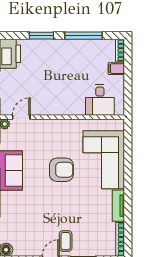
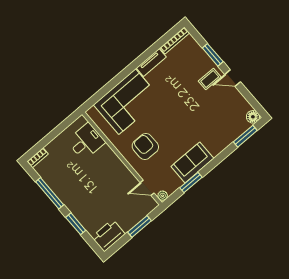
filing cabinet: (116, 69) -> (53, 149), removed
armchair: (61, 170) -> (145, 146), moved

